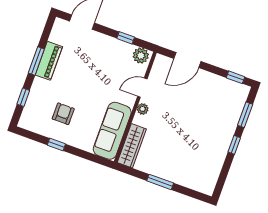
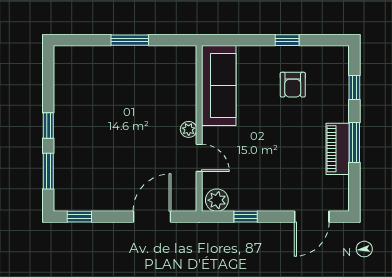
door: (142, 88) -> (199, 158), hinge flipped
wardrobe: (132, 146) -> (185, 75), removed

